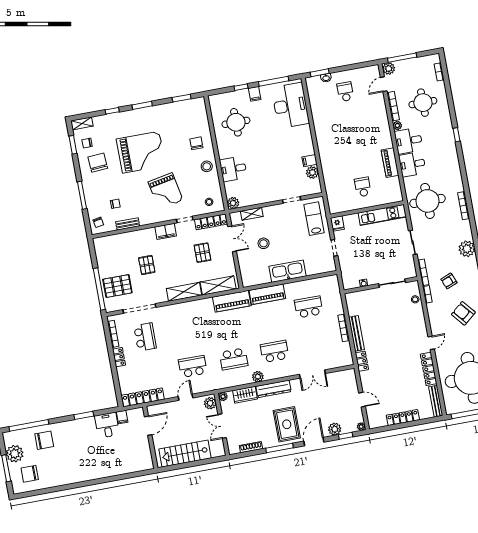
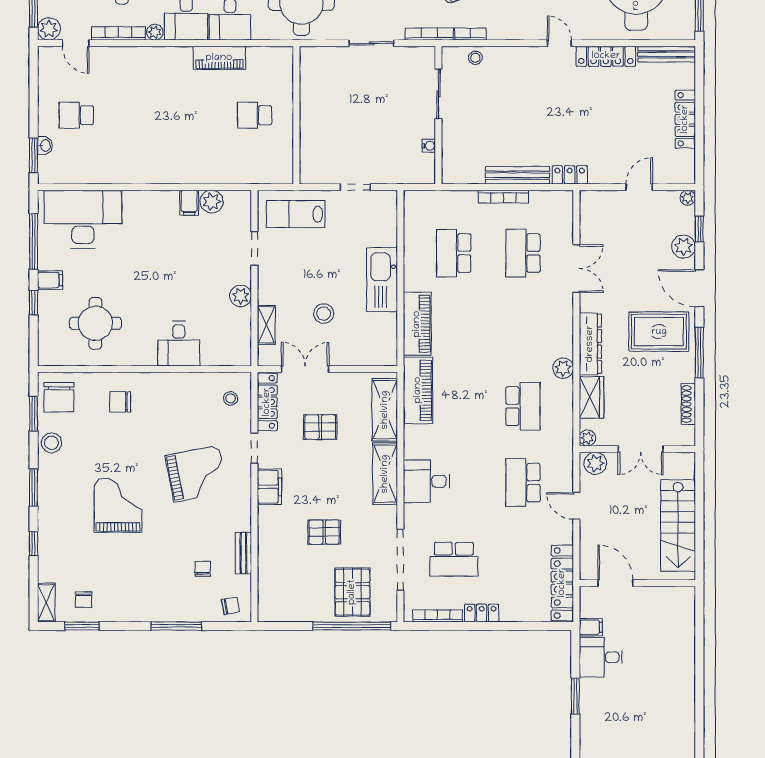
grand piano: (141, 152) -> (118, 505), width x0.73, depth x0.68
chair: (98, 163) -> (59, 397), moved, turned -86
stool: (207, 166) -> (52, 443), moved
plant: (233, 203) -> (241, 296), moved
kitchen unit: (382, 215) -> (312, 89), removed
fridge: (337, 224) -> (312, 173), removed
desk: (184, 315) -> (427, 481), added
school desk: (145, 337) -> (454, 559), turned 180
school desk: (275, 351) -> (523, 253), moved

